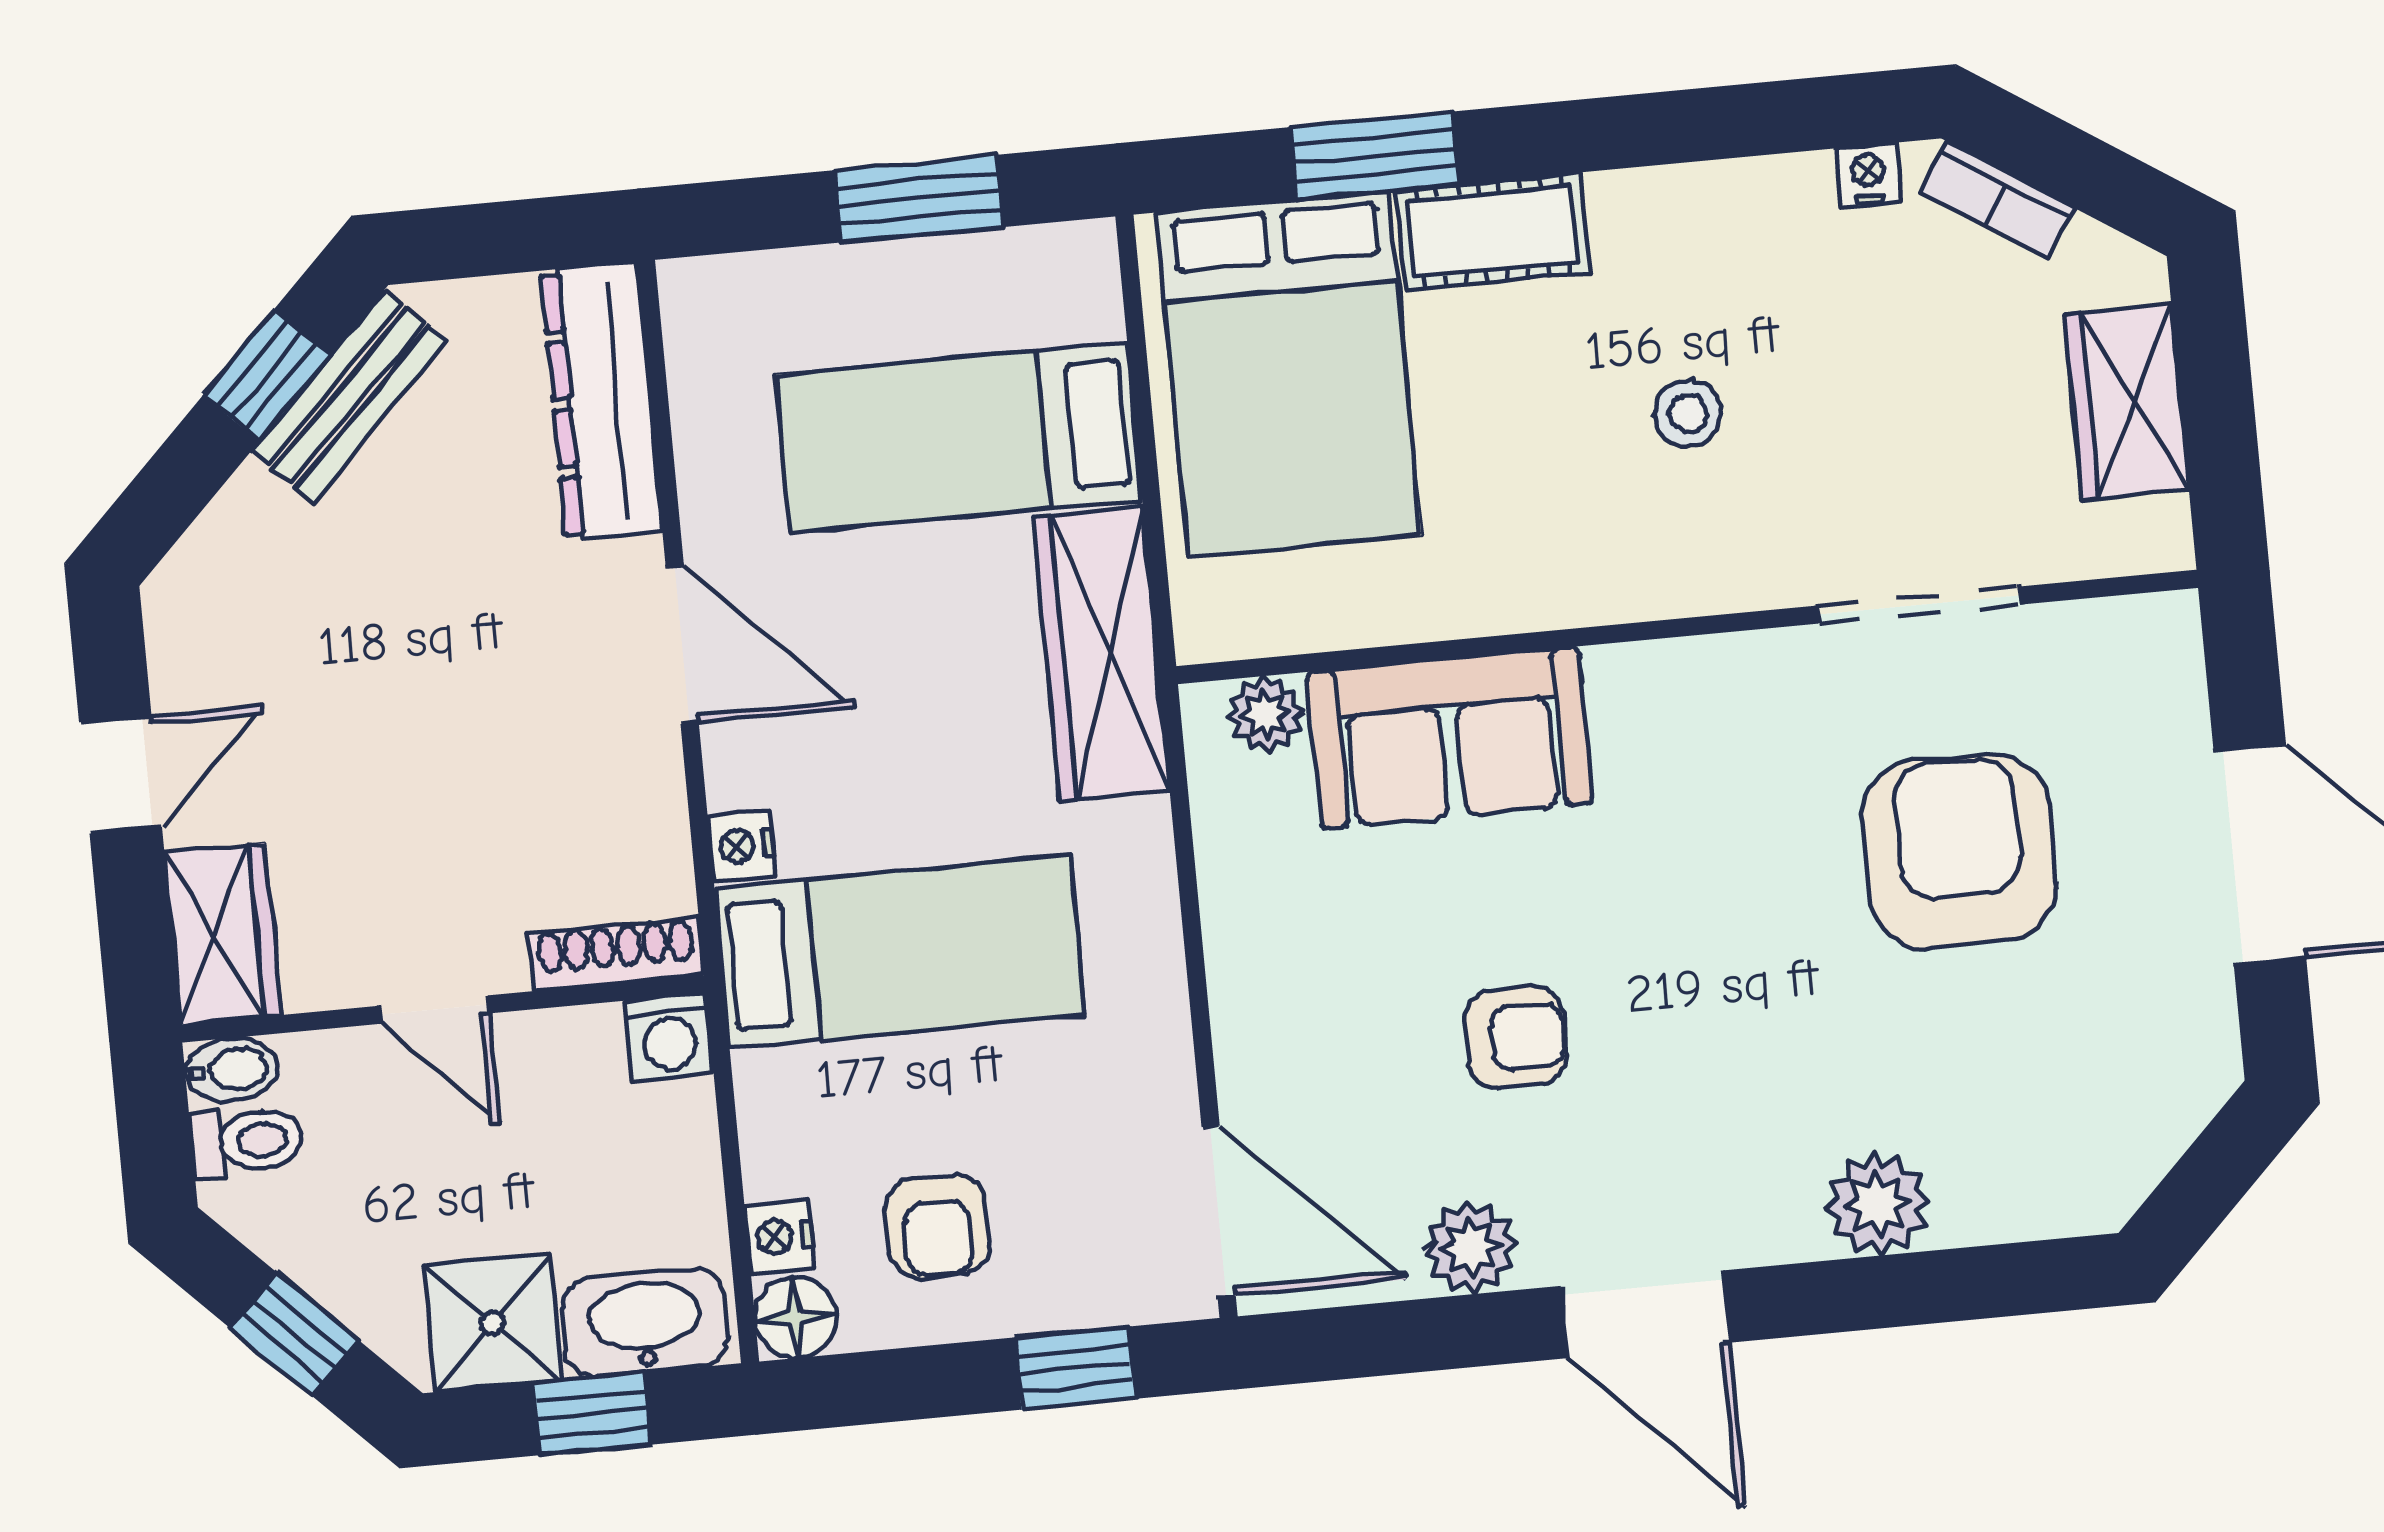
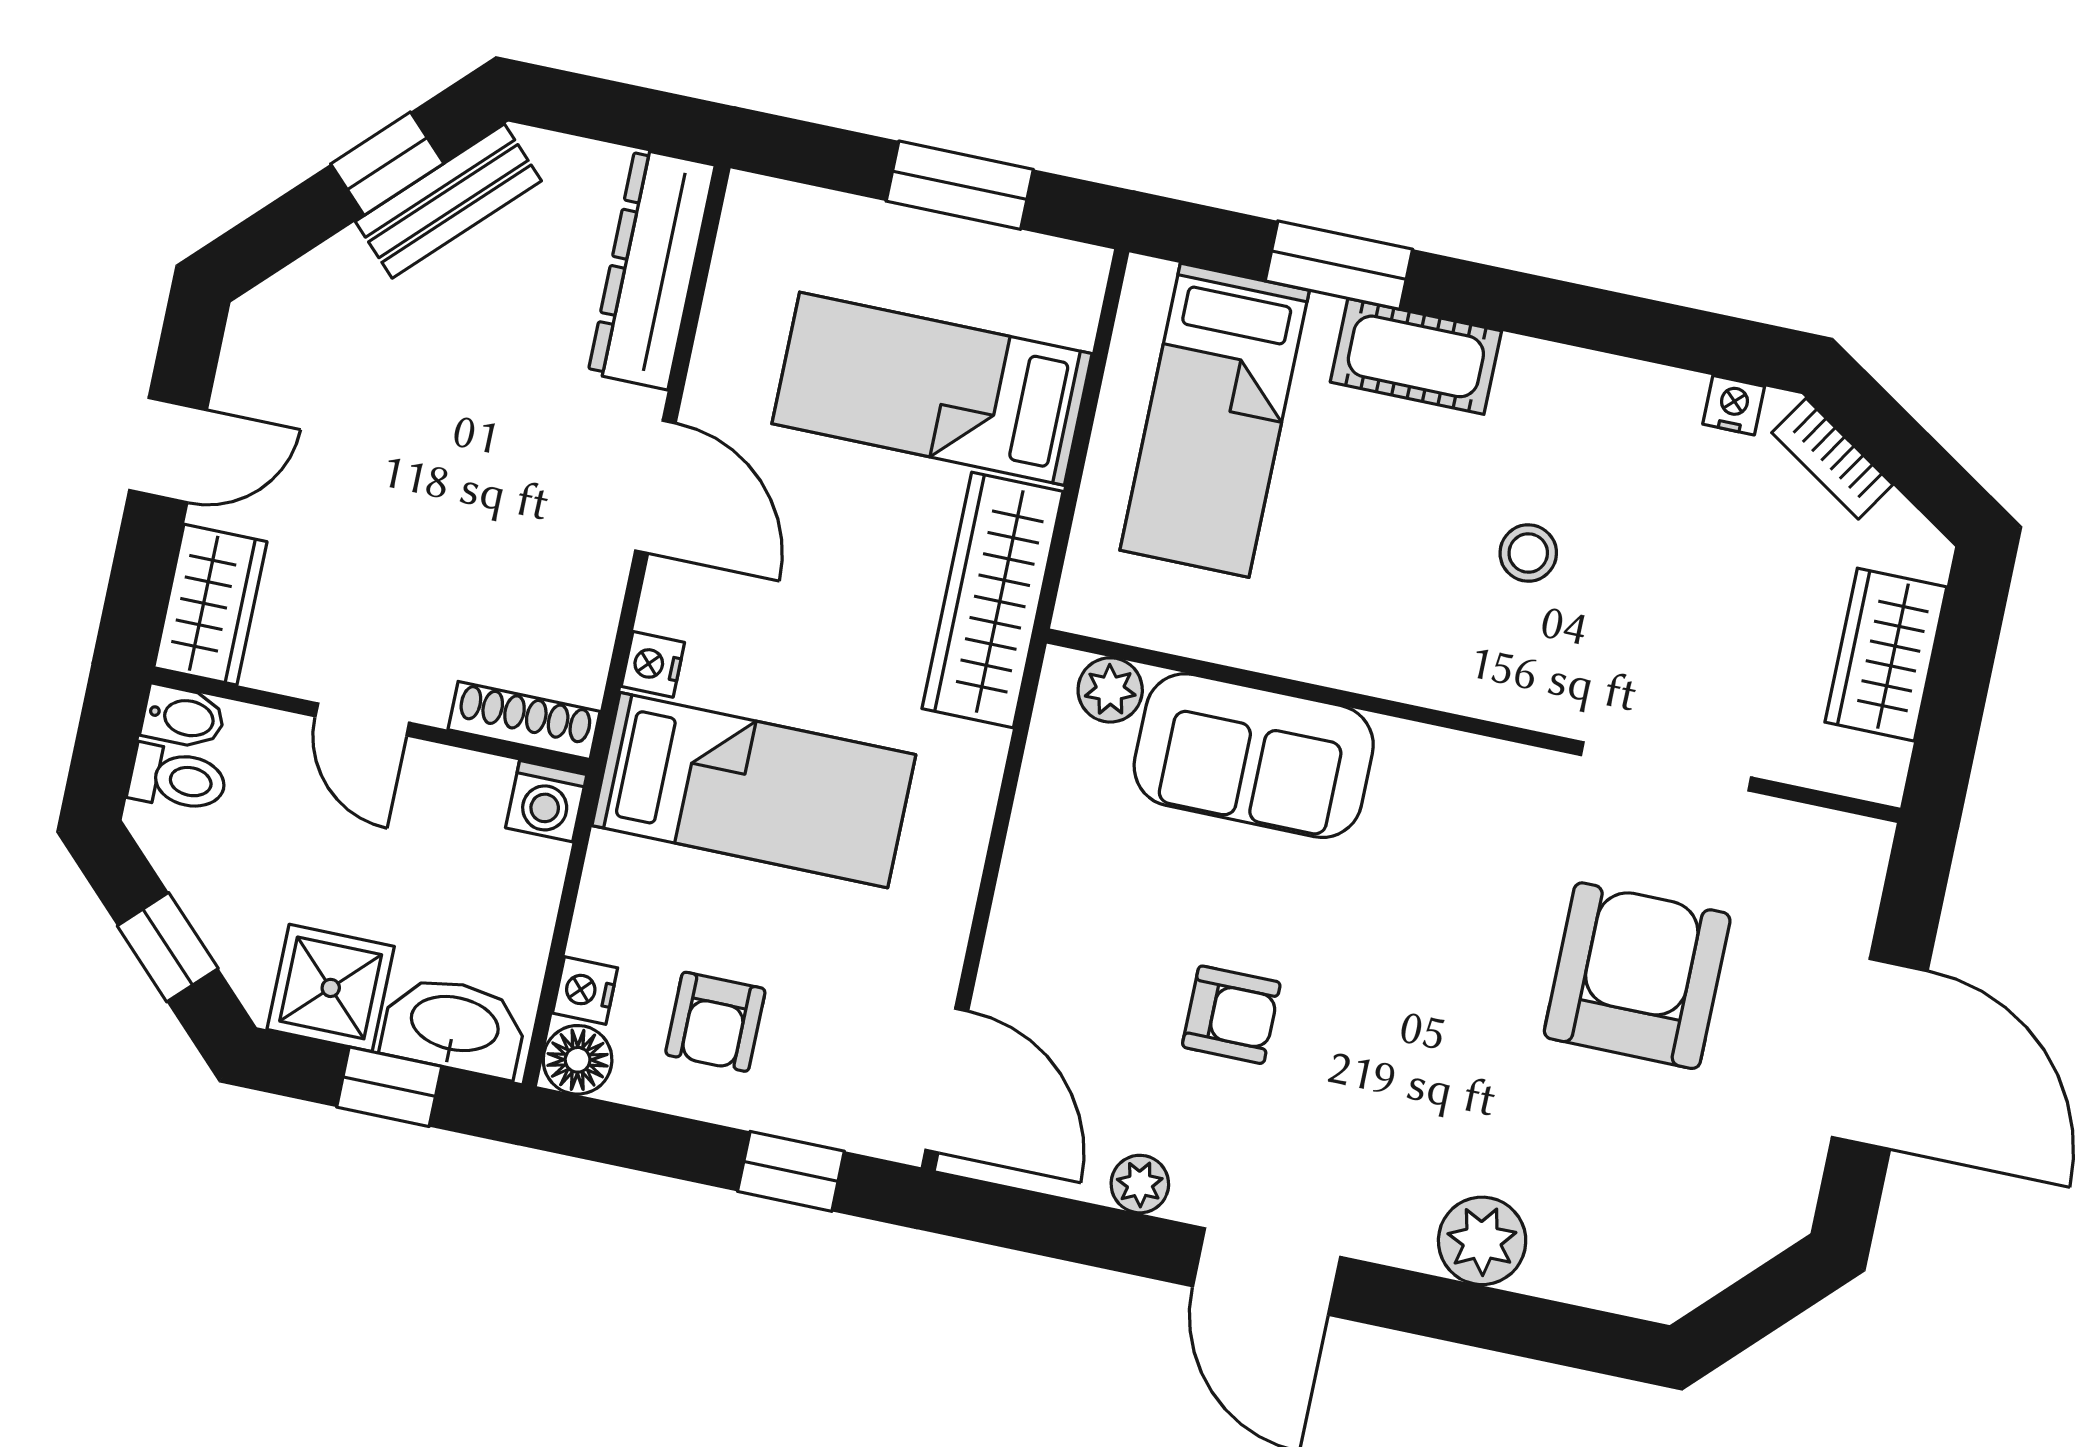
bed: (1289, 374) -> (1215, 420), width x0.67
plant: (1471, 1247) -> (1140, 1184), width x0.73, depth x0.73

